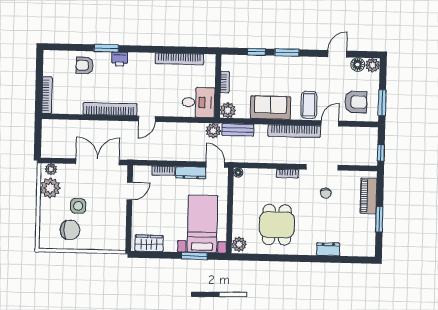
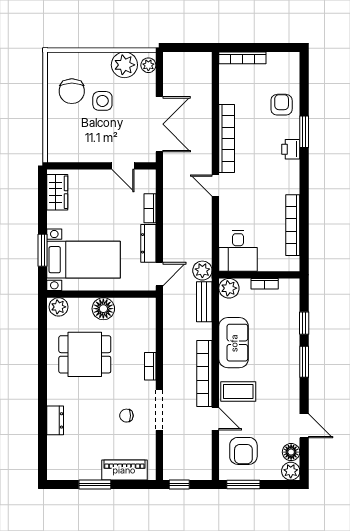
floor lamp: (238, 173) -> (103, 309), moved, width x1.89, depth x1.89

